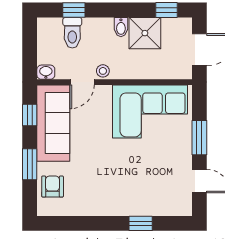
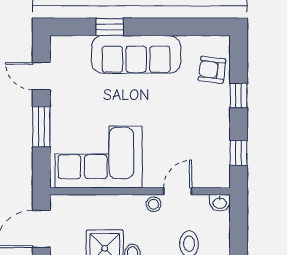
sofa: (53, 123) -> (136, 54), moved, turned -90
window: (30, 164) -> (239, 96), width x0.67
armchair: (53, 187) -> (212, 70), turned 97

